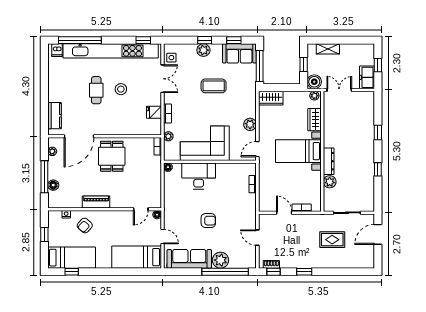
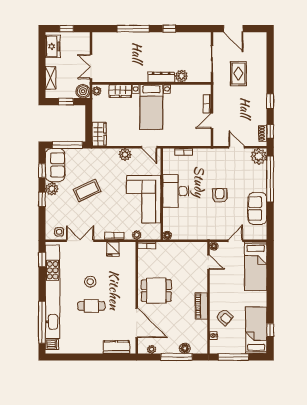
plant: (203, 50) -> (52, 189), moved
freezer: (367, 77) -> (53, 46), moved, turned -90
coffee table: (214, 86) -> (87, 190), turned 65
window: (378, 133) -> (133, 29), width x2.17
desk: (199, 176) -> (176, 191), moved
window: (44, 235) -> (233, 357), width x2.17
door: (257, 238) -> (236, 147), swing flipped
sofa: (189, 259) -> (257, 209), width x0.73
plant: (220, 260) -> (259, 156), moved

